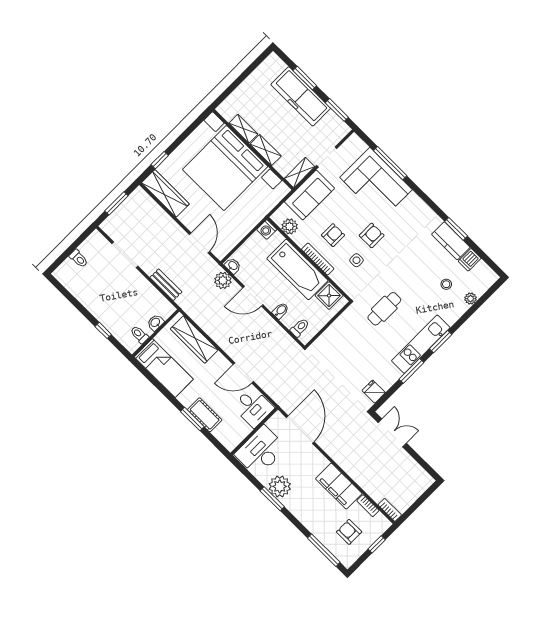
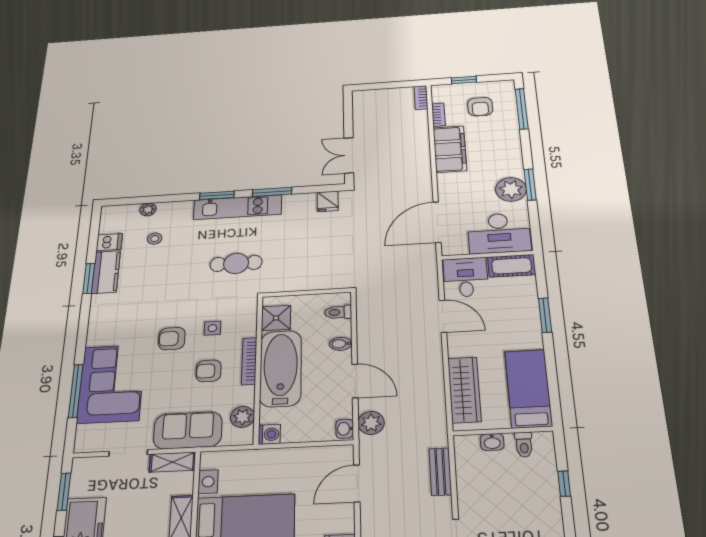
cot: (205, 415) -> (512, 266), moved, turned 90

